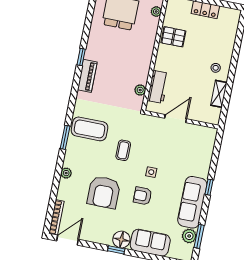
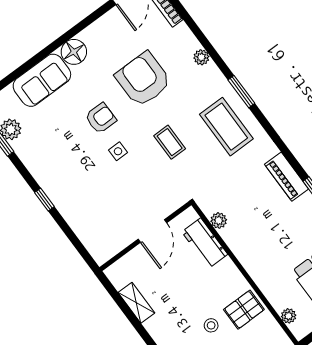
stool: (216, 68) -> (211, 325), moved
coffee table: (90, 129) -> (226, 127), turned 90
sofa: (192, 202) -> (44, 166), removed
window: (116, 250) -> (68, 36), removed

